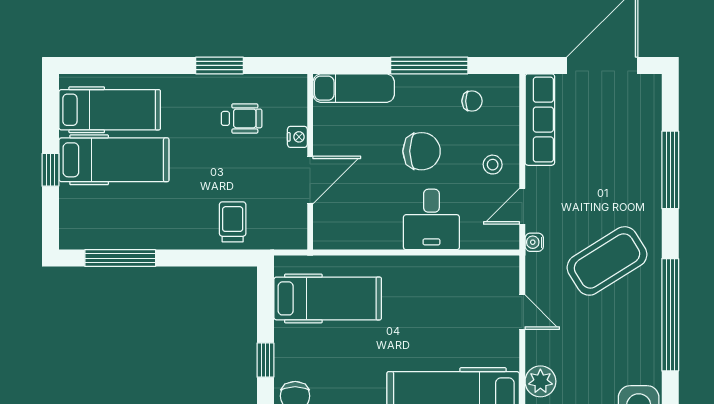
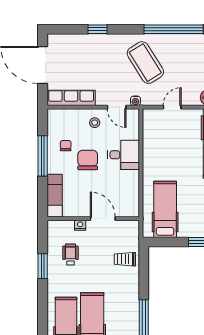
chair: (472, 101) -> (66, 146), moved
window: (670, 170) -> (97, 29), width x0.46

